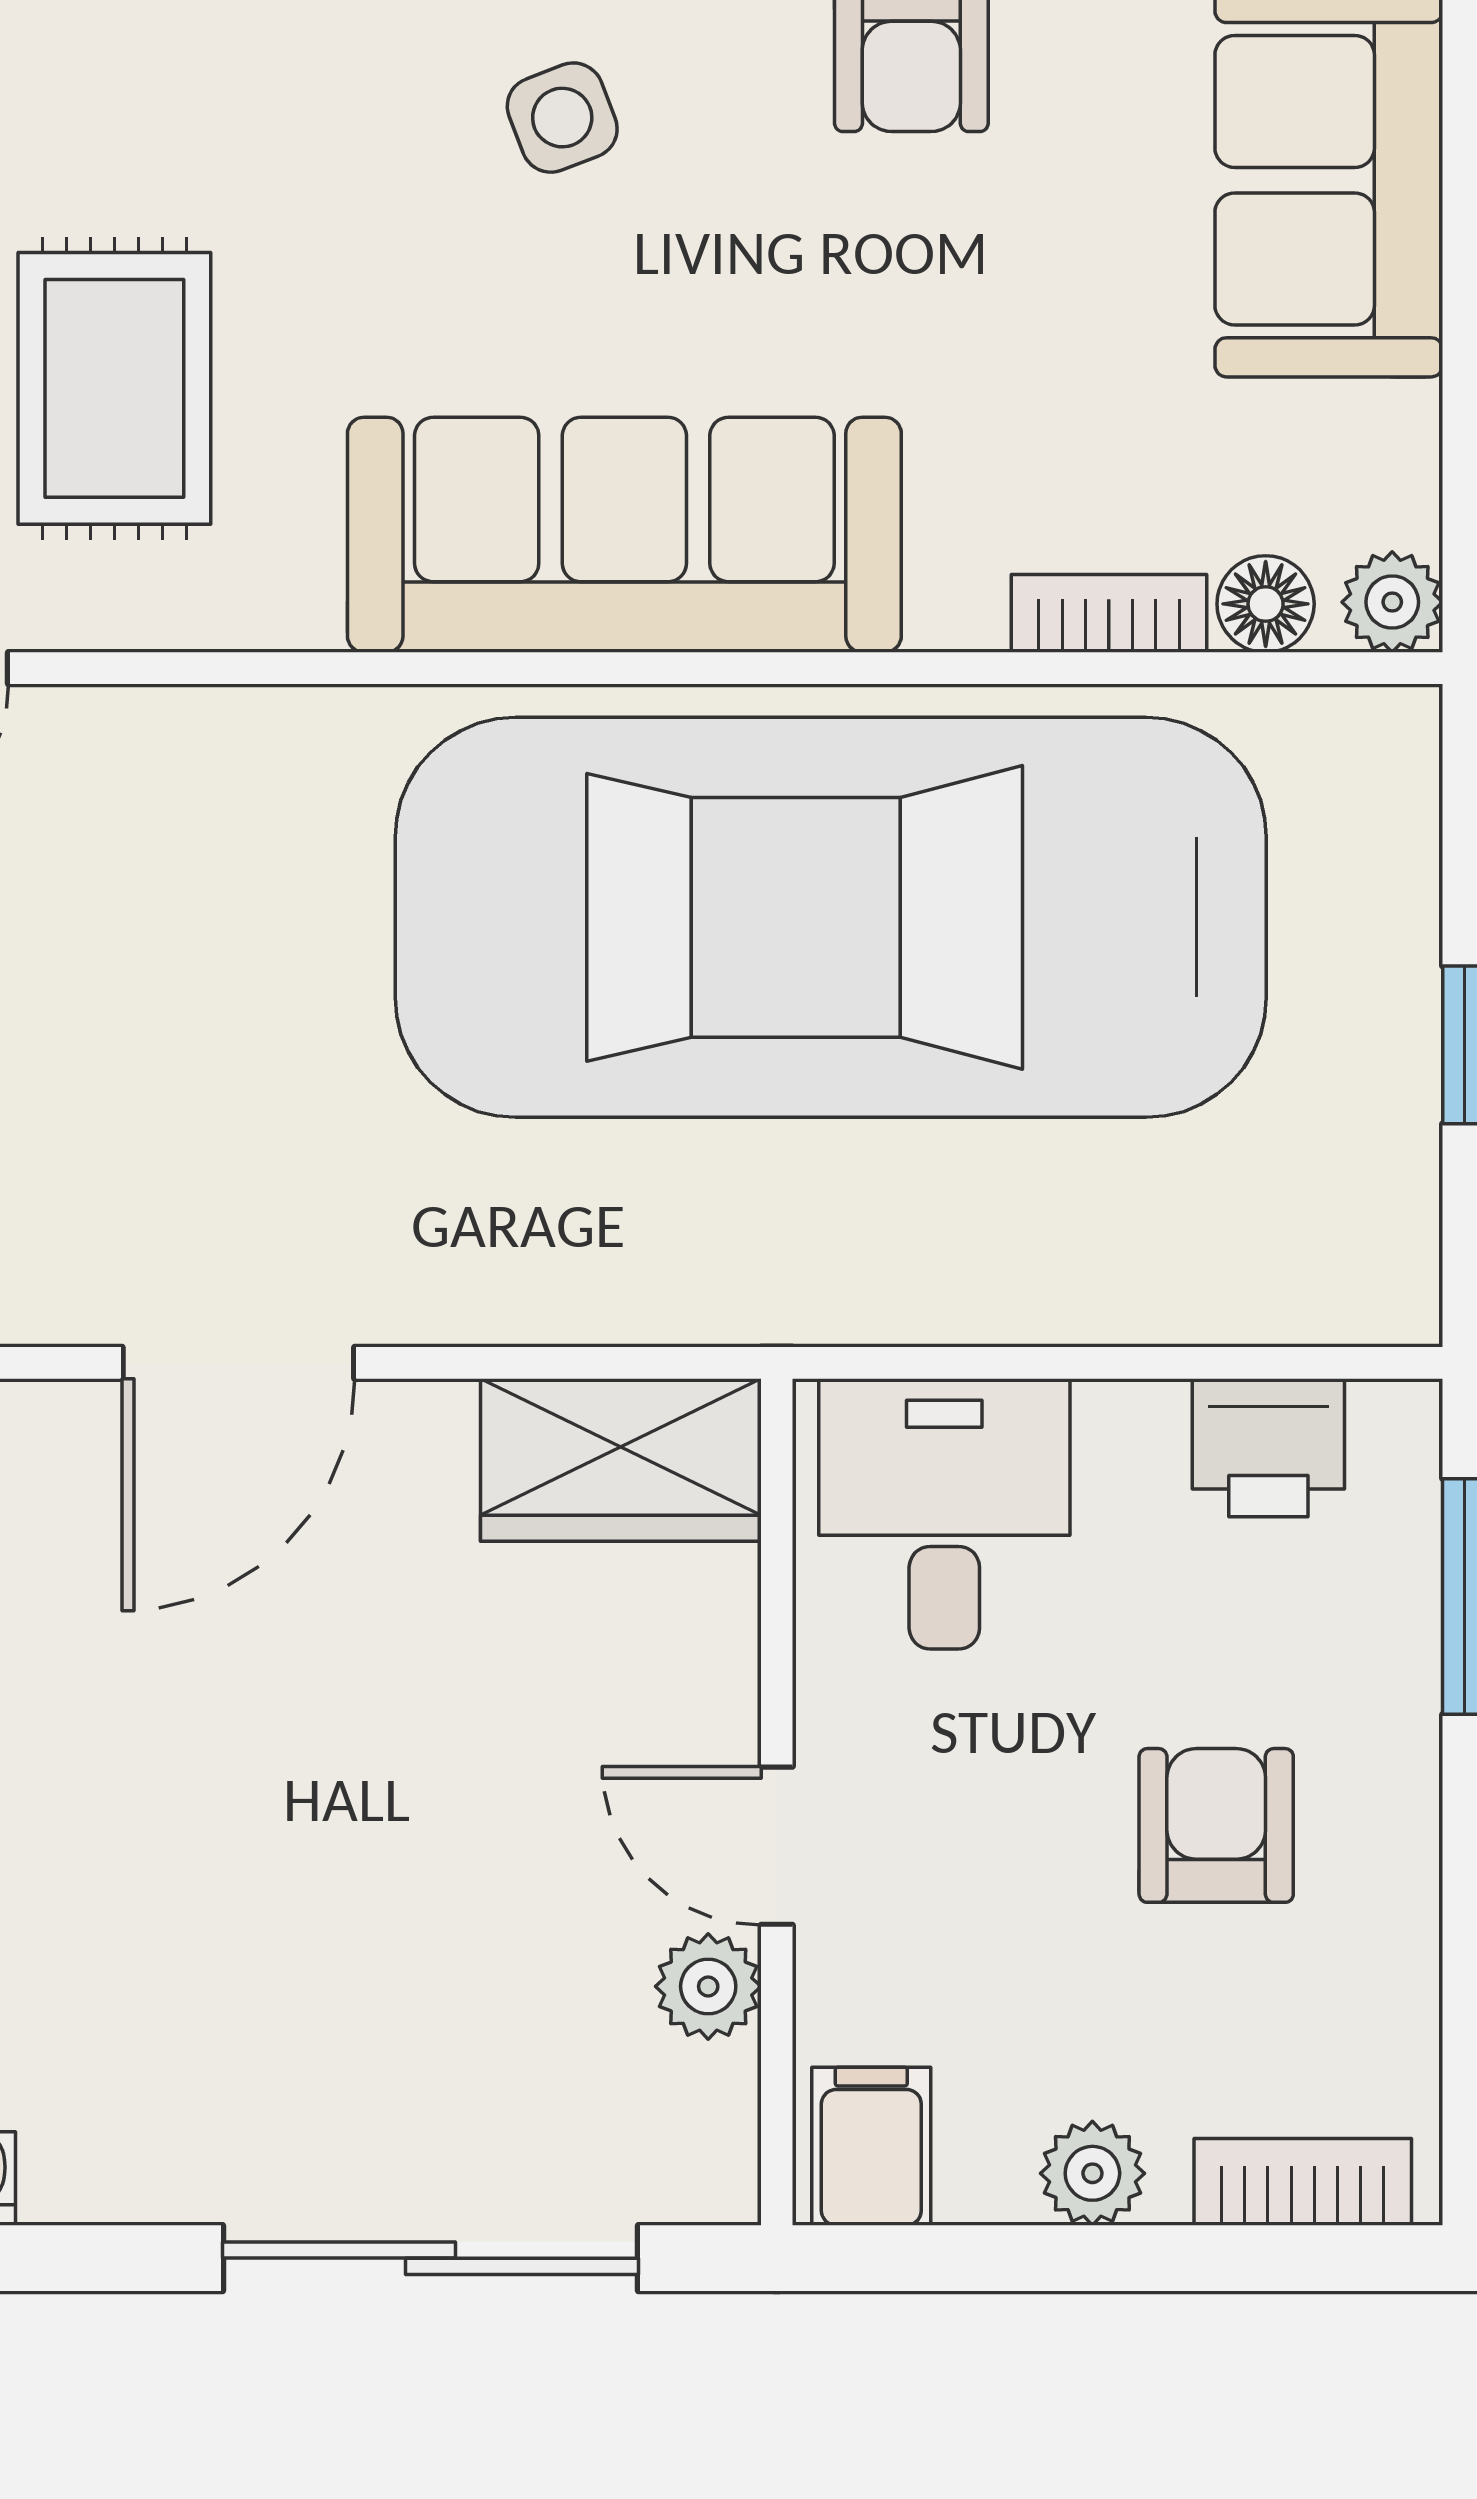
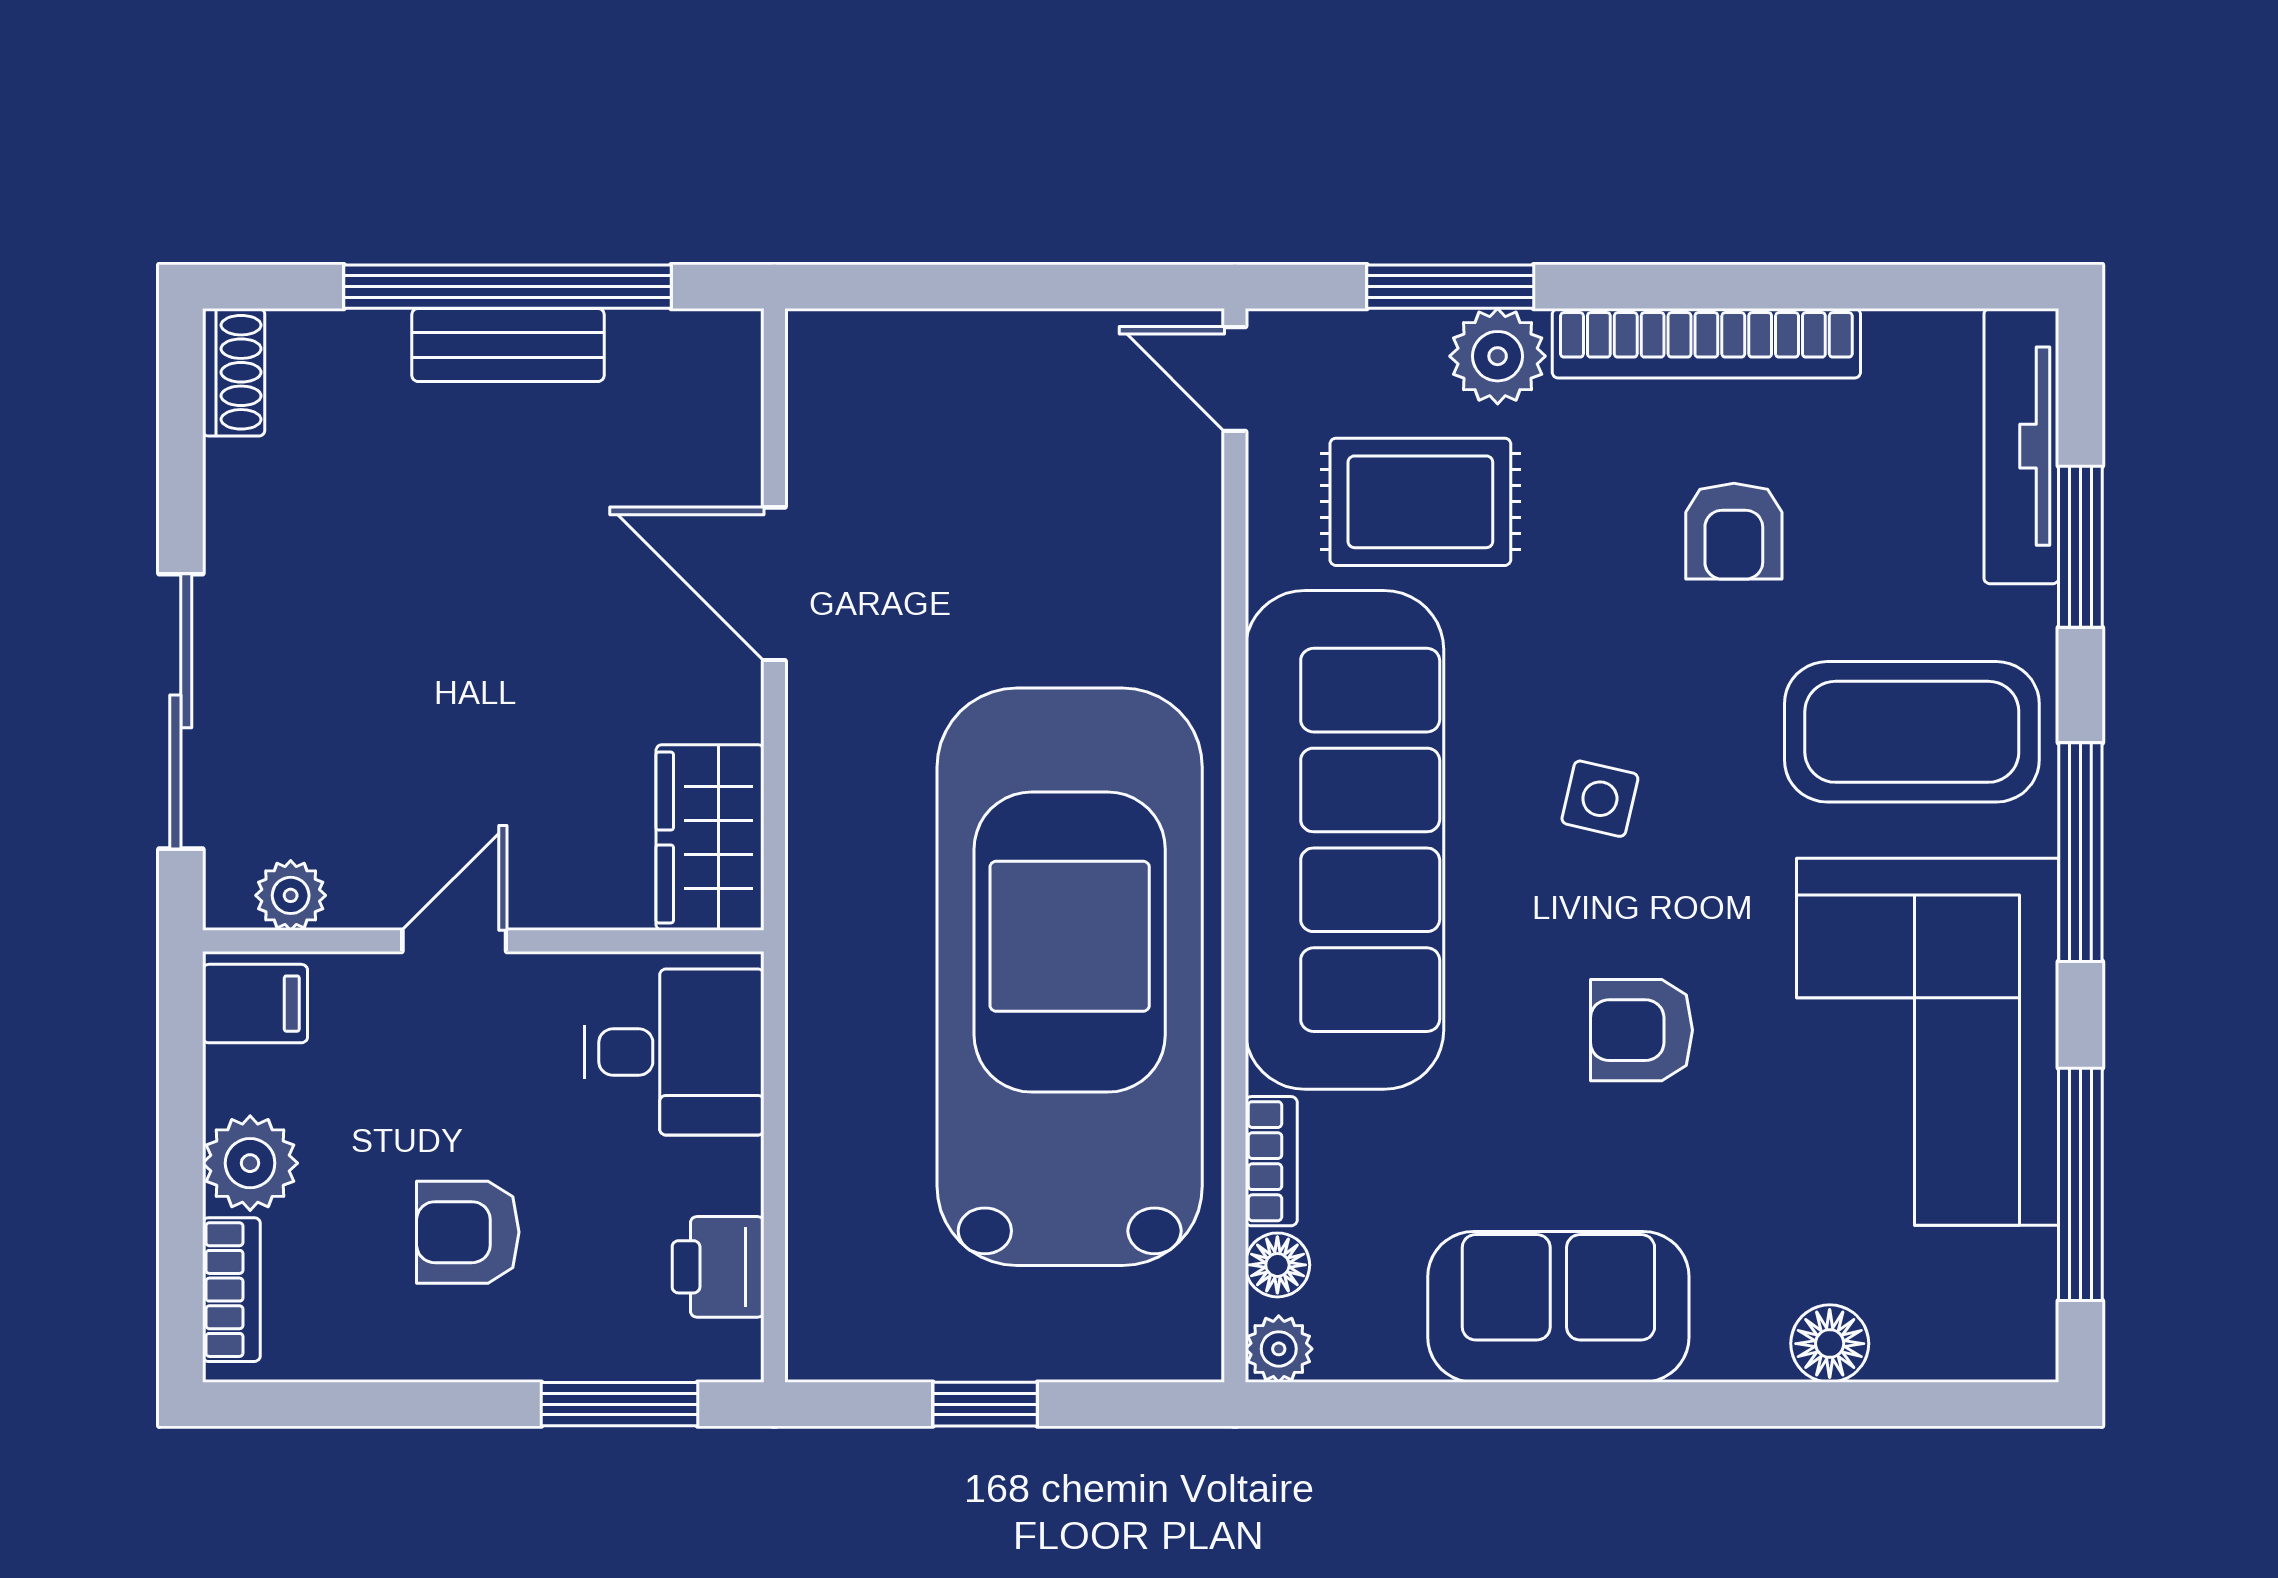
side table: (562, 118) -> (1600, 799), turned 34
sofa: (624, 535) -> (1344, 840), width x1.36, depth x1.27
armchair: (1216, 1825) -> (468, 1232), turned 180
plant: (708, 1986) -> (291, 895), moved
plant: (1092, 2173) -> (250, 1163), width x1.38, depth x1.38

